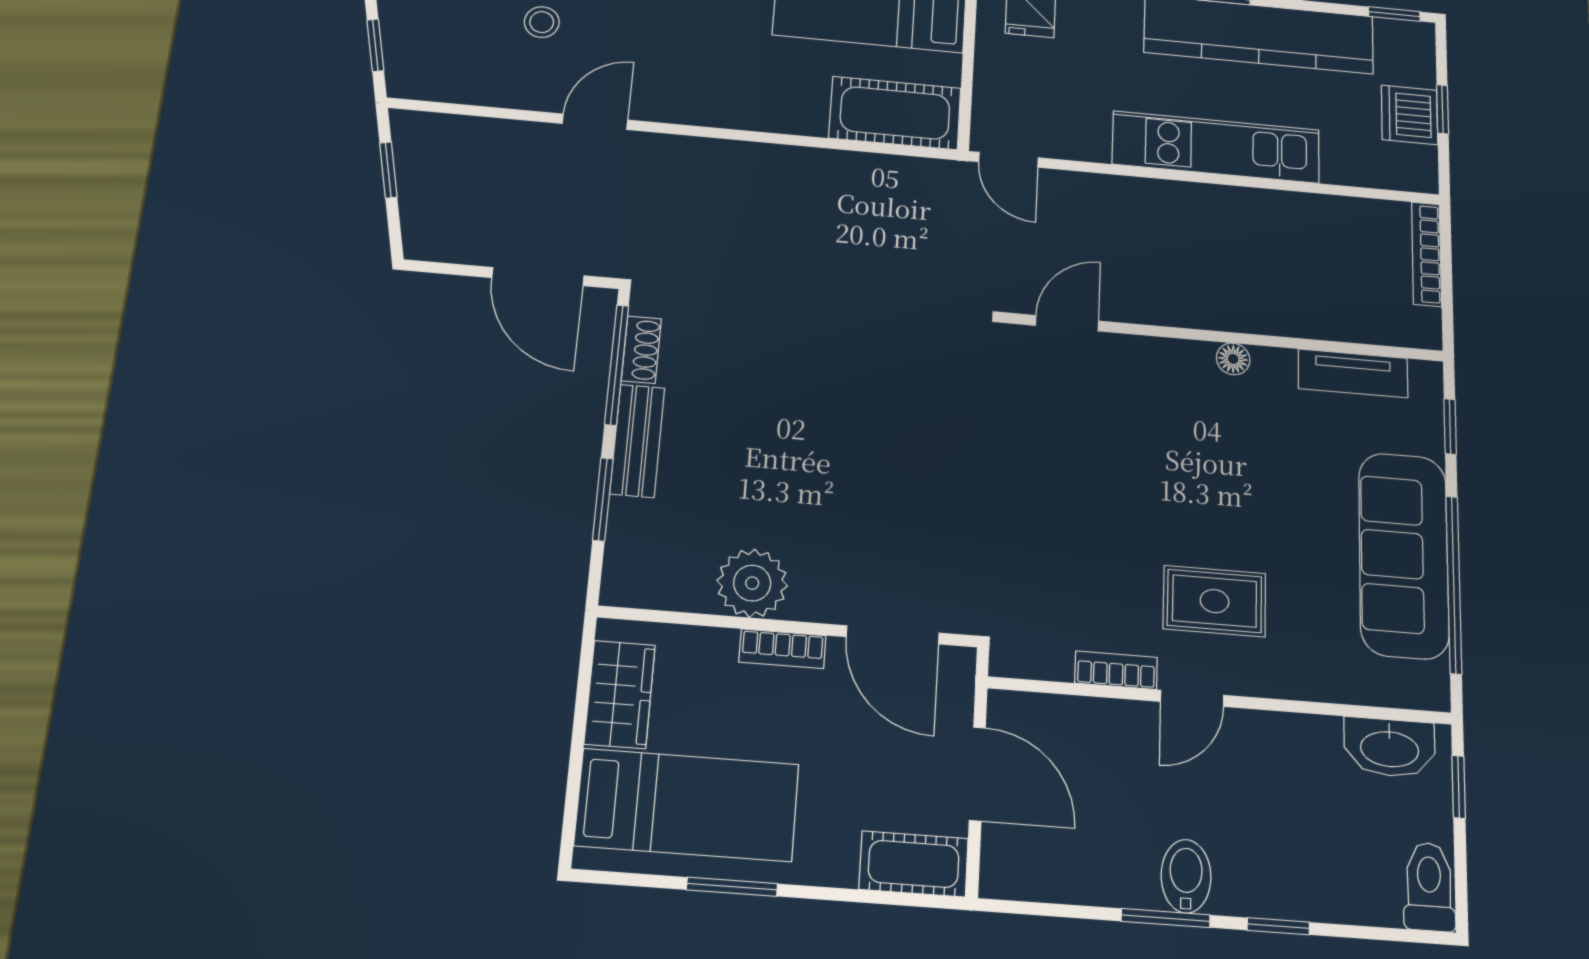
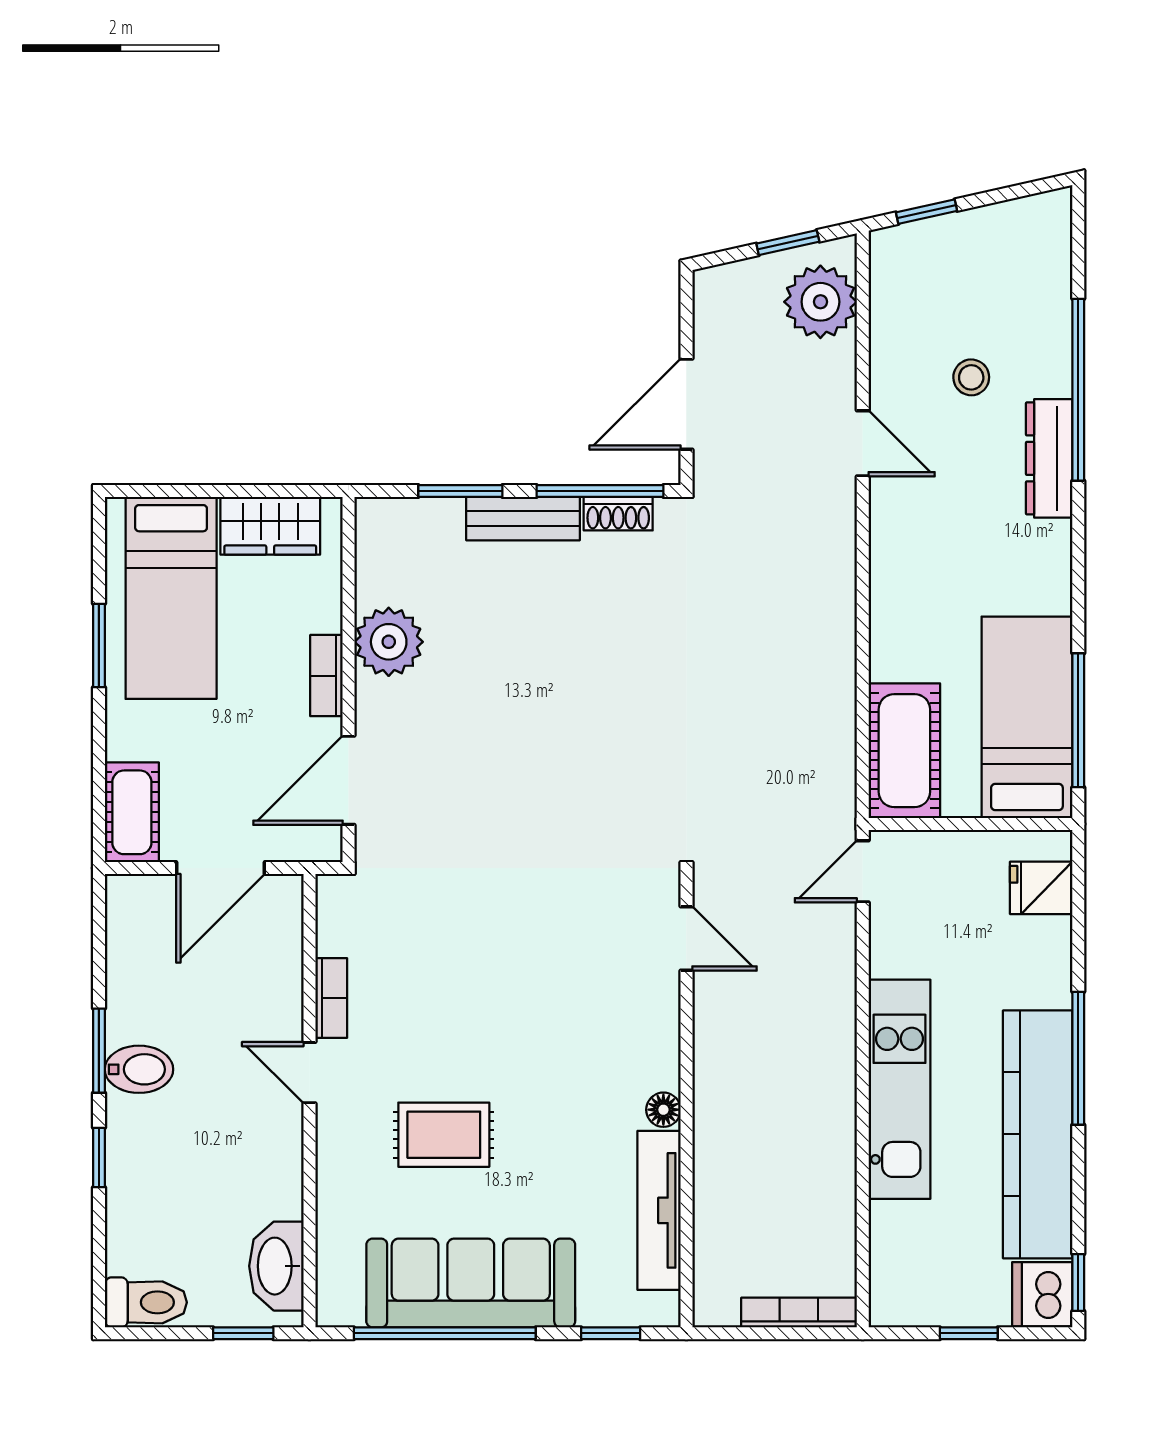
dishwasher: (1410, 115) -> (1042, 1294), moved, turned -90
plant: (451, 146) -> (820, 302), added
tv unit: (1353, 373) -> (659, 1210), width x1.41
rug: (1215, 601) -> (444, 1135), moved, turned 90

